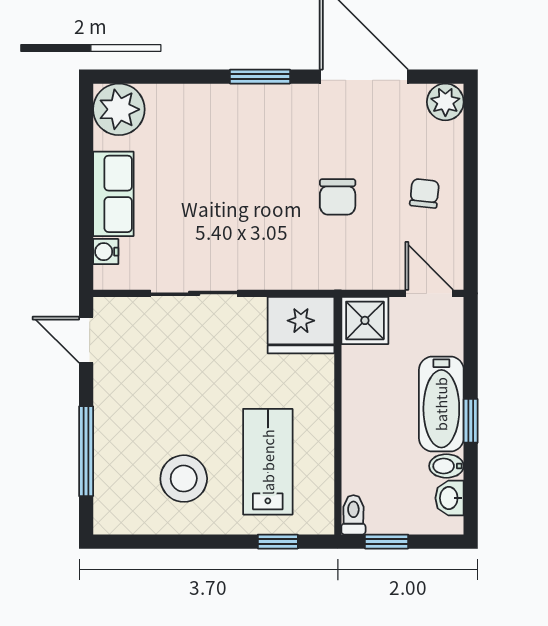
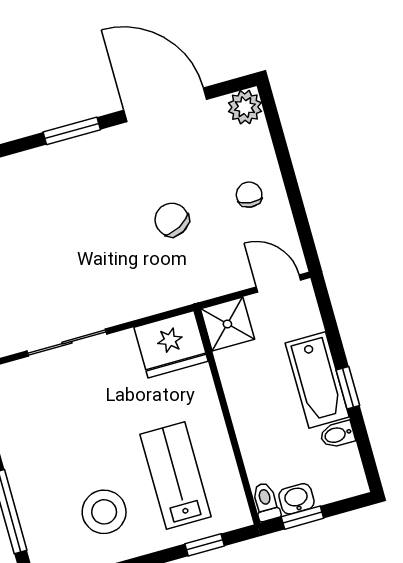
chair: (338, 197) -> (172, 220), turned 152
washbasin: (450, 498) -> (296, 499), moved, turned 90

